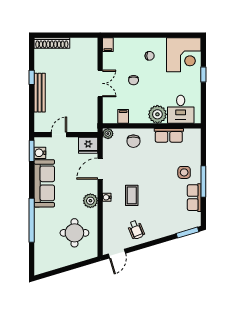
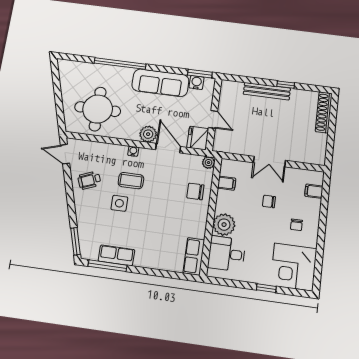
filing cabinet: (108, 45) -> (314, 191), moved
door: (59, 135) -> (213, 119), moved
row of seats: (169, 135) -> (194, 256), moved
side table: (184, 172) -> (119, 203), moved
window: (203, 181) -> (107, 266), moved
plant: (90, 201) -> (148, 134), moved
round table: (74, 233) -> (98, 109), width x1.36, depth x1.36

